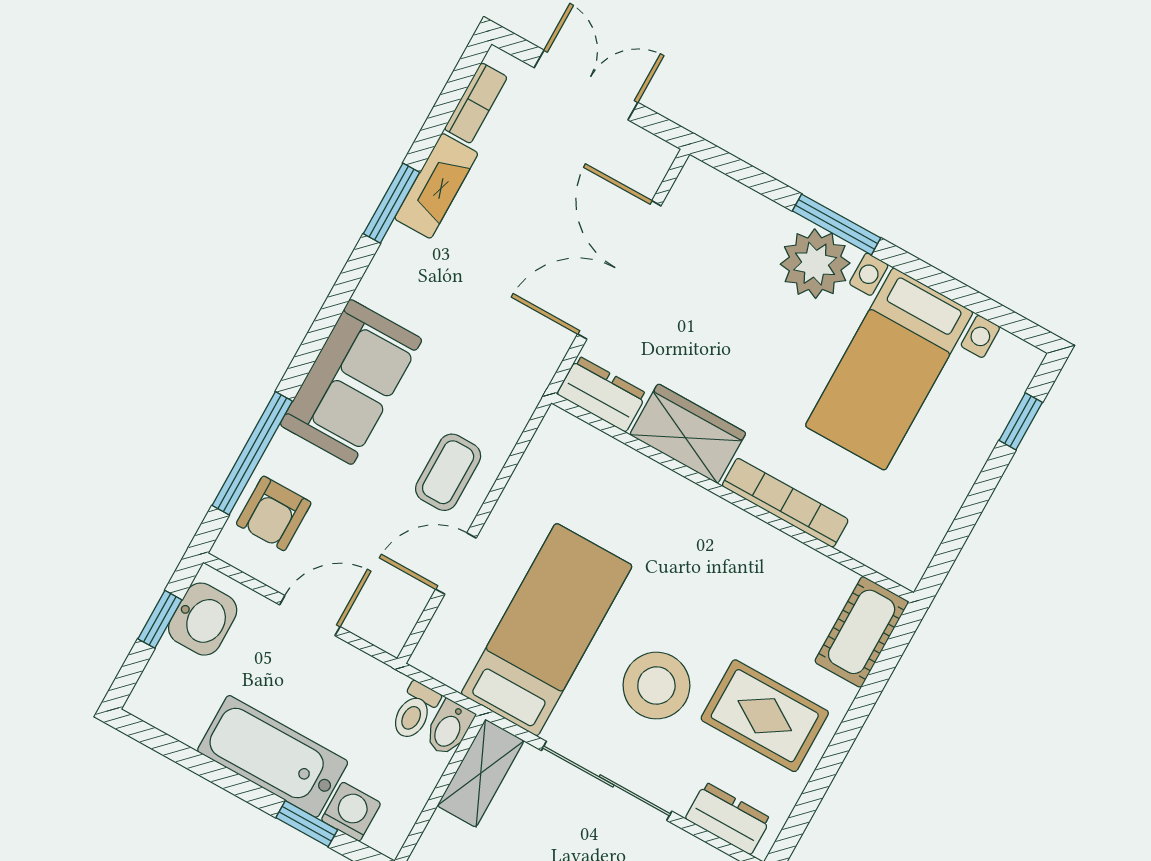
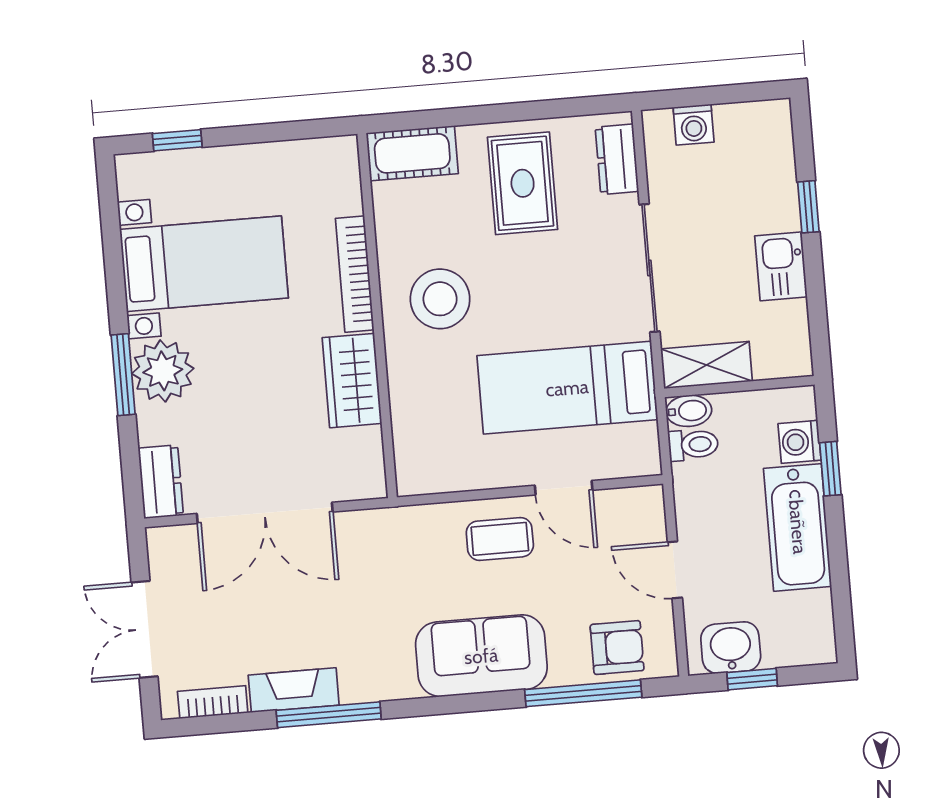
window: (392, 203) -> (329, 715), width x1.44
dresser: (602, 394) -> (161, 482), moved, turned 180
stool: (656, 686) -> (440, 299), moved

